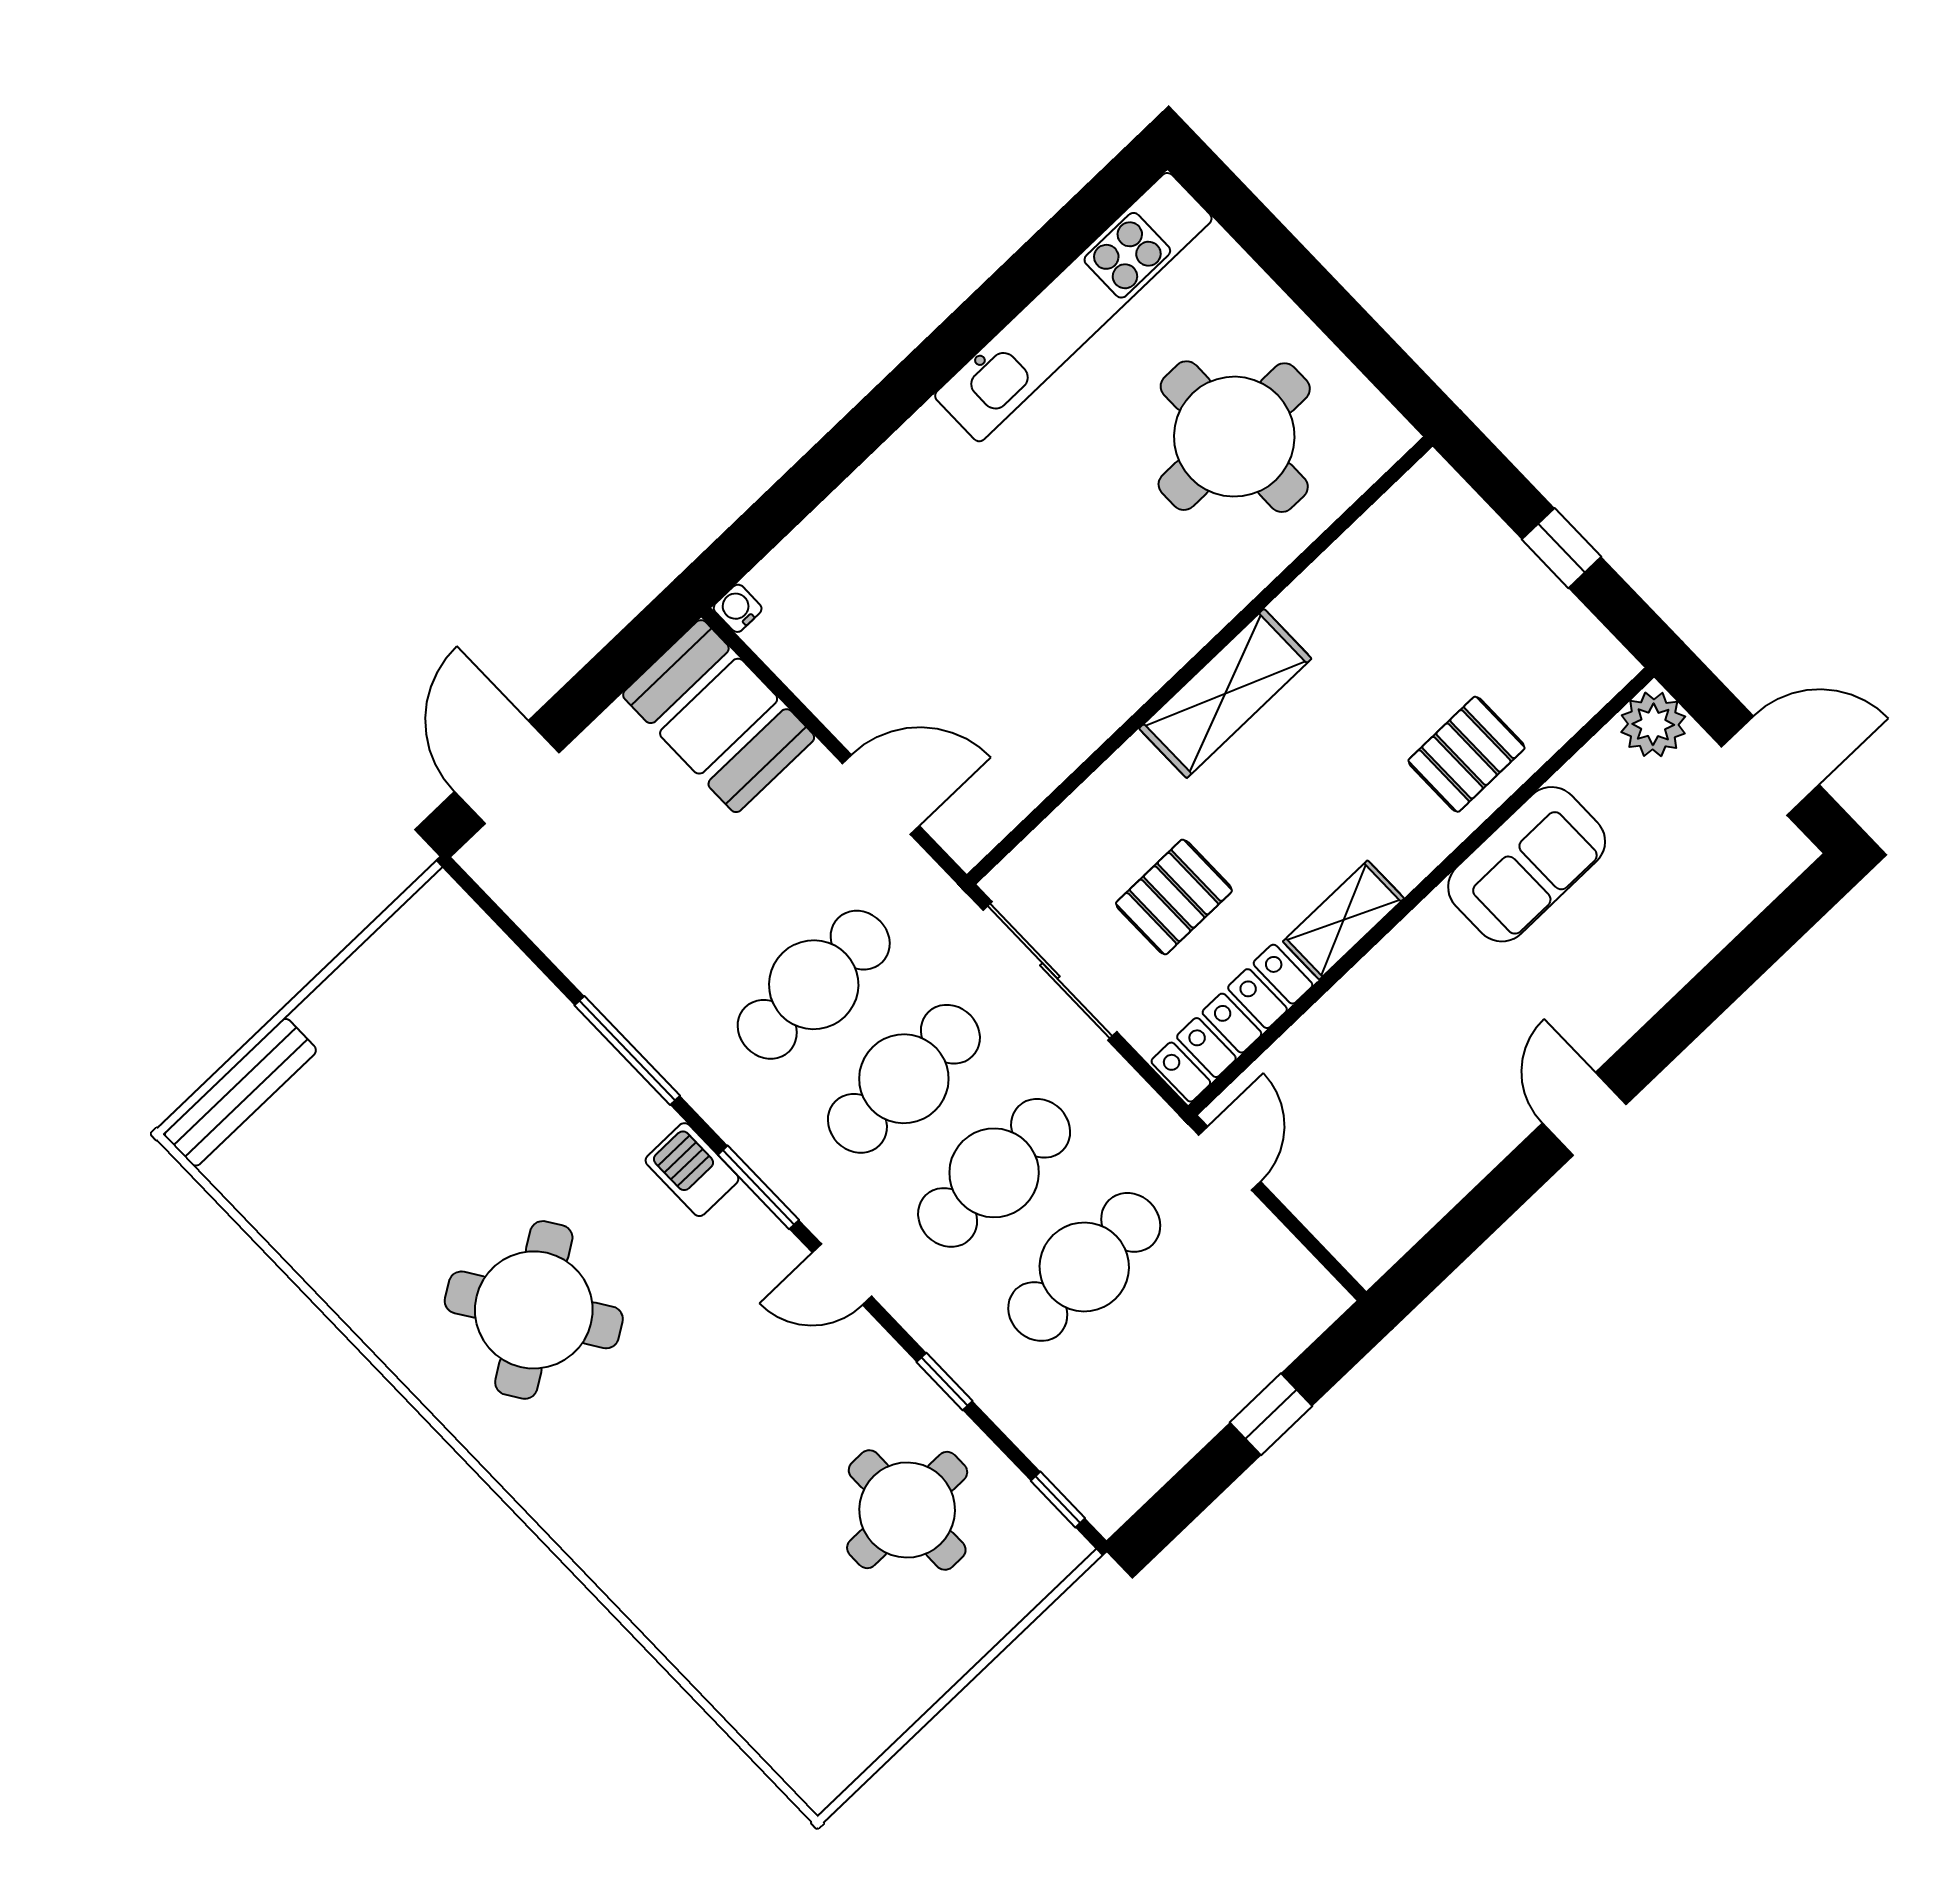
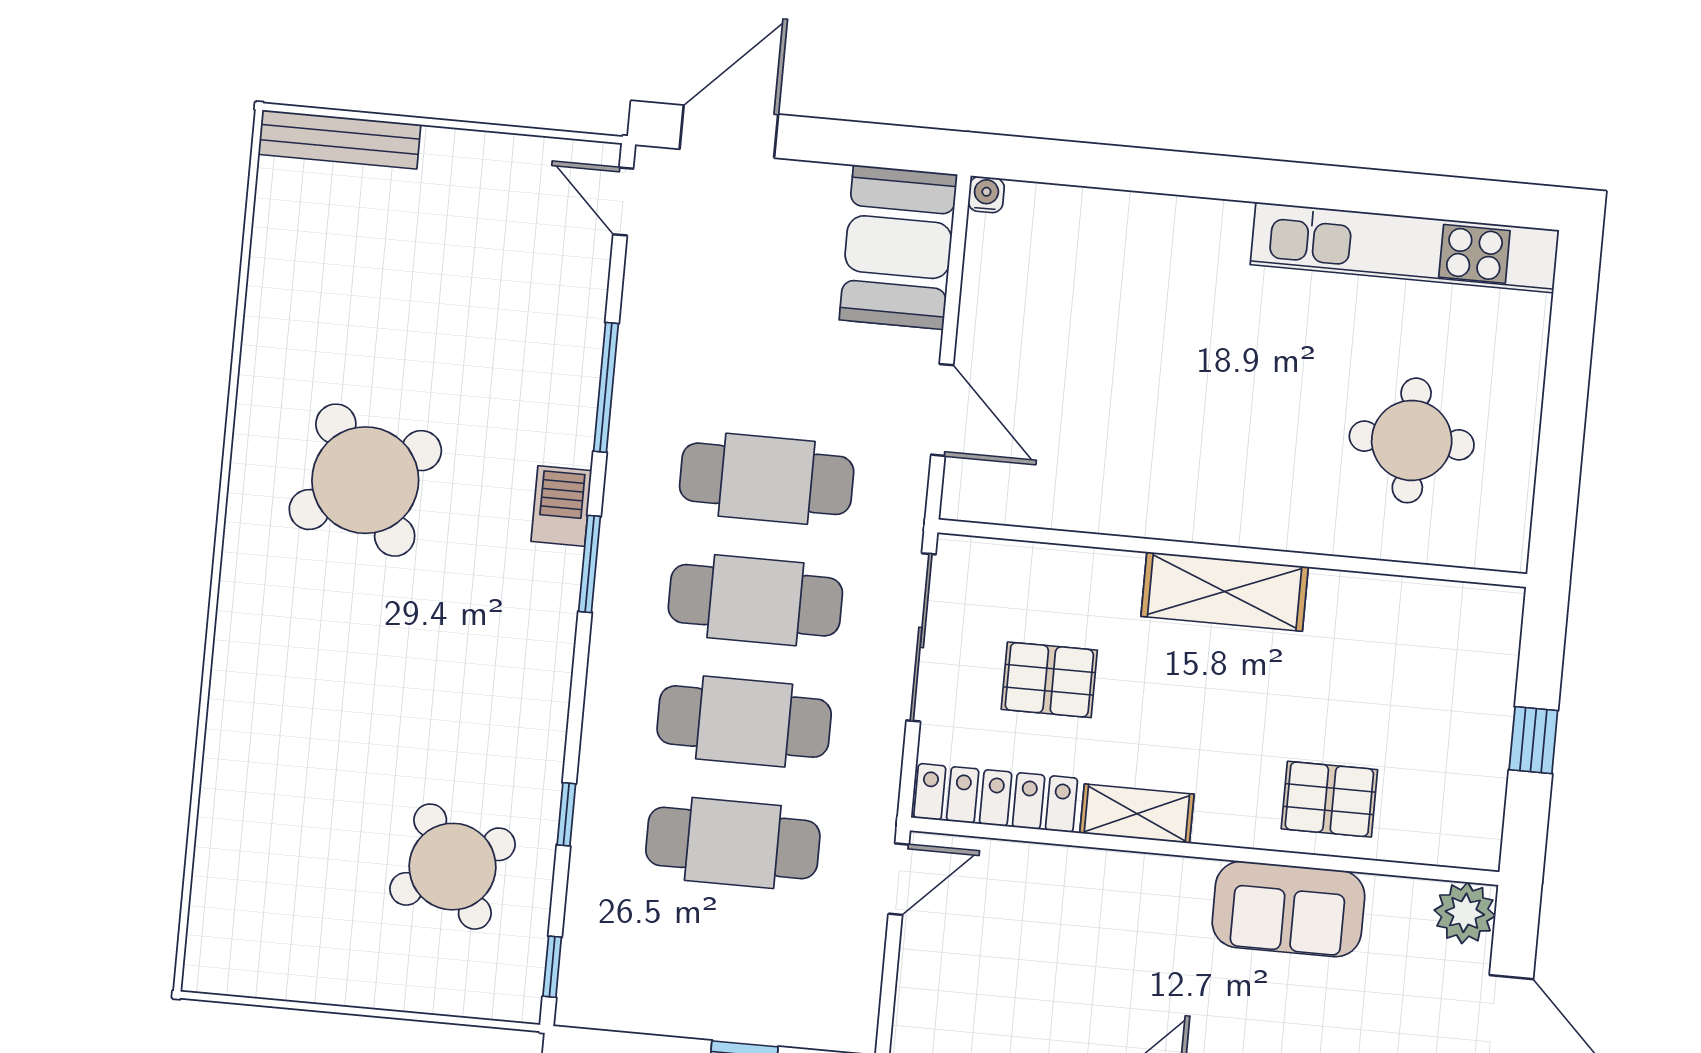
round table: (1234, 437) -> (1412, 440), width x0.73, depth x0.73
door: (842, 1274) -> (623, 201), moved
round table: (907, 1510) -> (452, 867), turned -31

